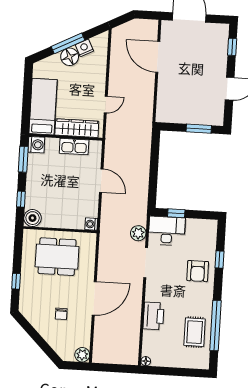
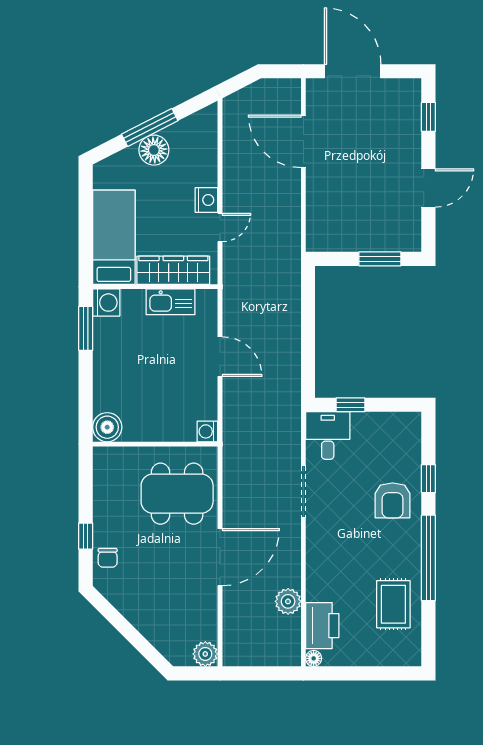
nightstand: (84, 48) -> (206, 200), moved, turned 117
window: (21, 199) -> (86, 396), removed
desk: (167, 231) -> (328, 435), width x0.73
plant: (138, 233) -> (288, 601), moved
dining table: (57, 257) -> (177, 494), moved
chair: (61, 314) -> (108, 558), moved
printer: (154, 316) -> (322, 626), moved
window: (216, 326) -> (428, 558), moved

